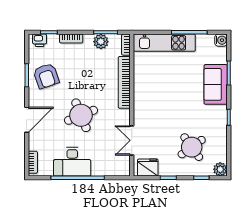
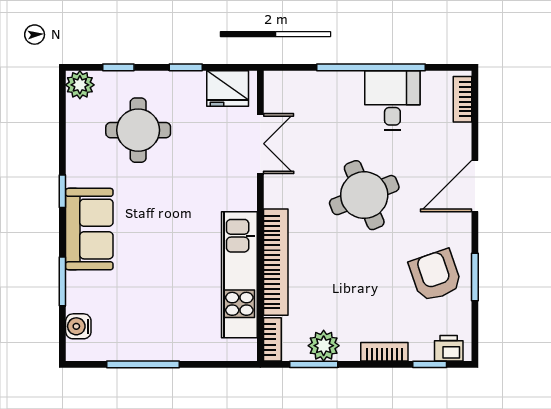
water cooler: (221, 40) -> (78, 326), moved
kitchen unit: (164, 43) -> (239, 275), moved, turned -90
sofa: (216, 84) -> (89, 229), moved
round table: (192, 147) -> (138, 130), turned 36
desk: (72, 162) -> (392, 100), width x0.73

